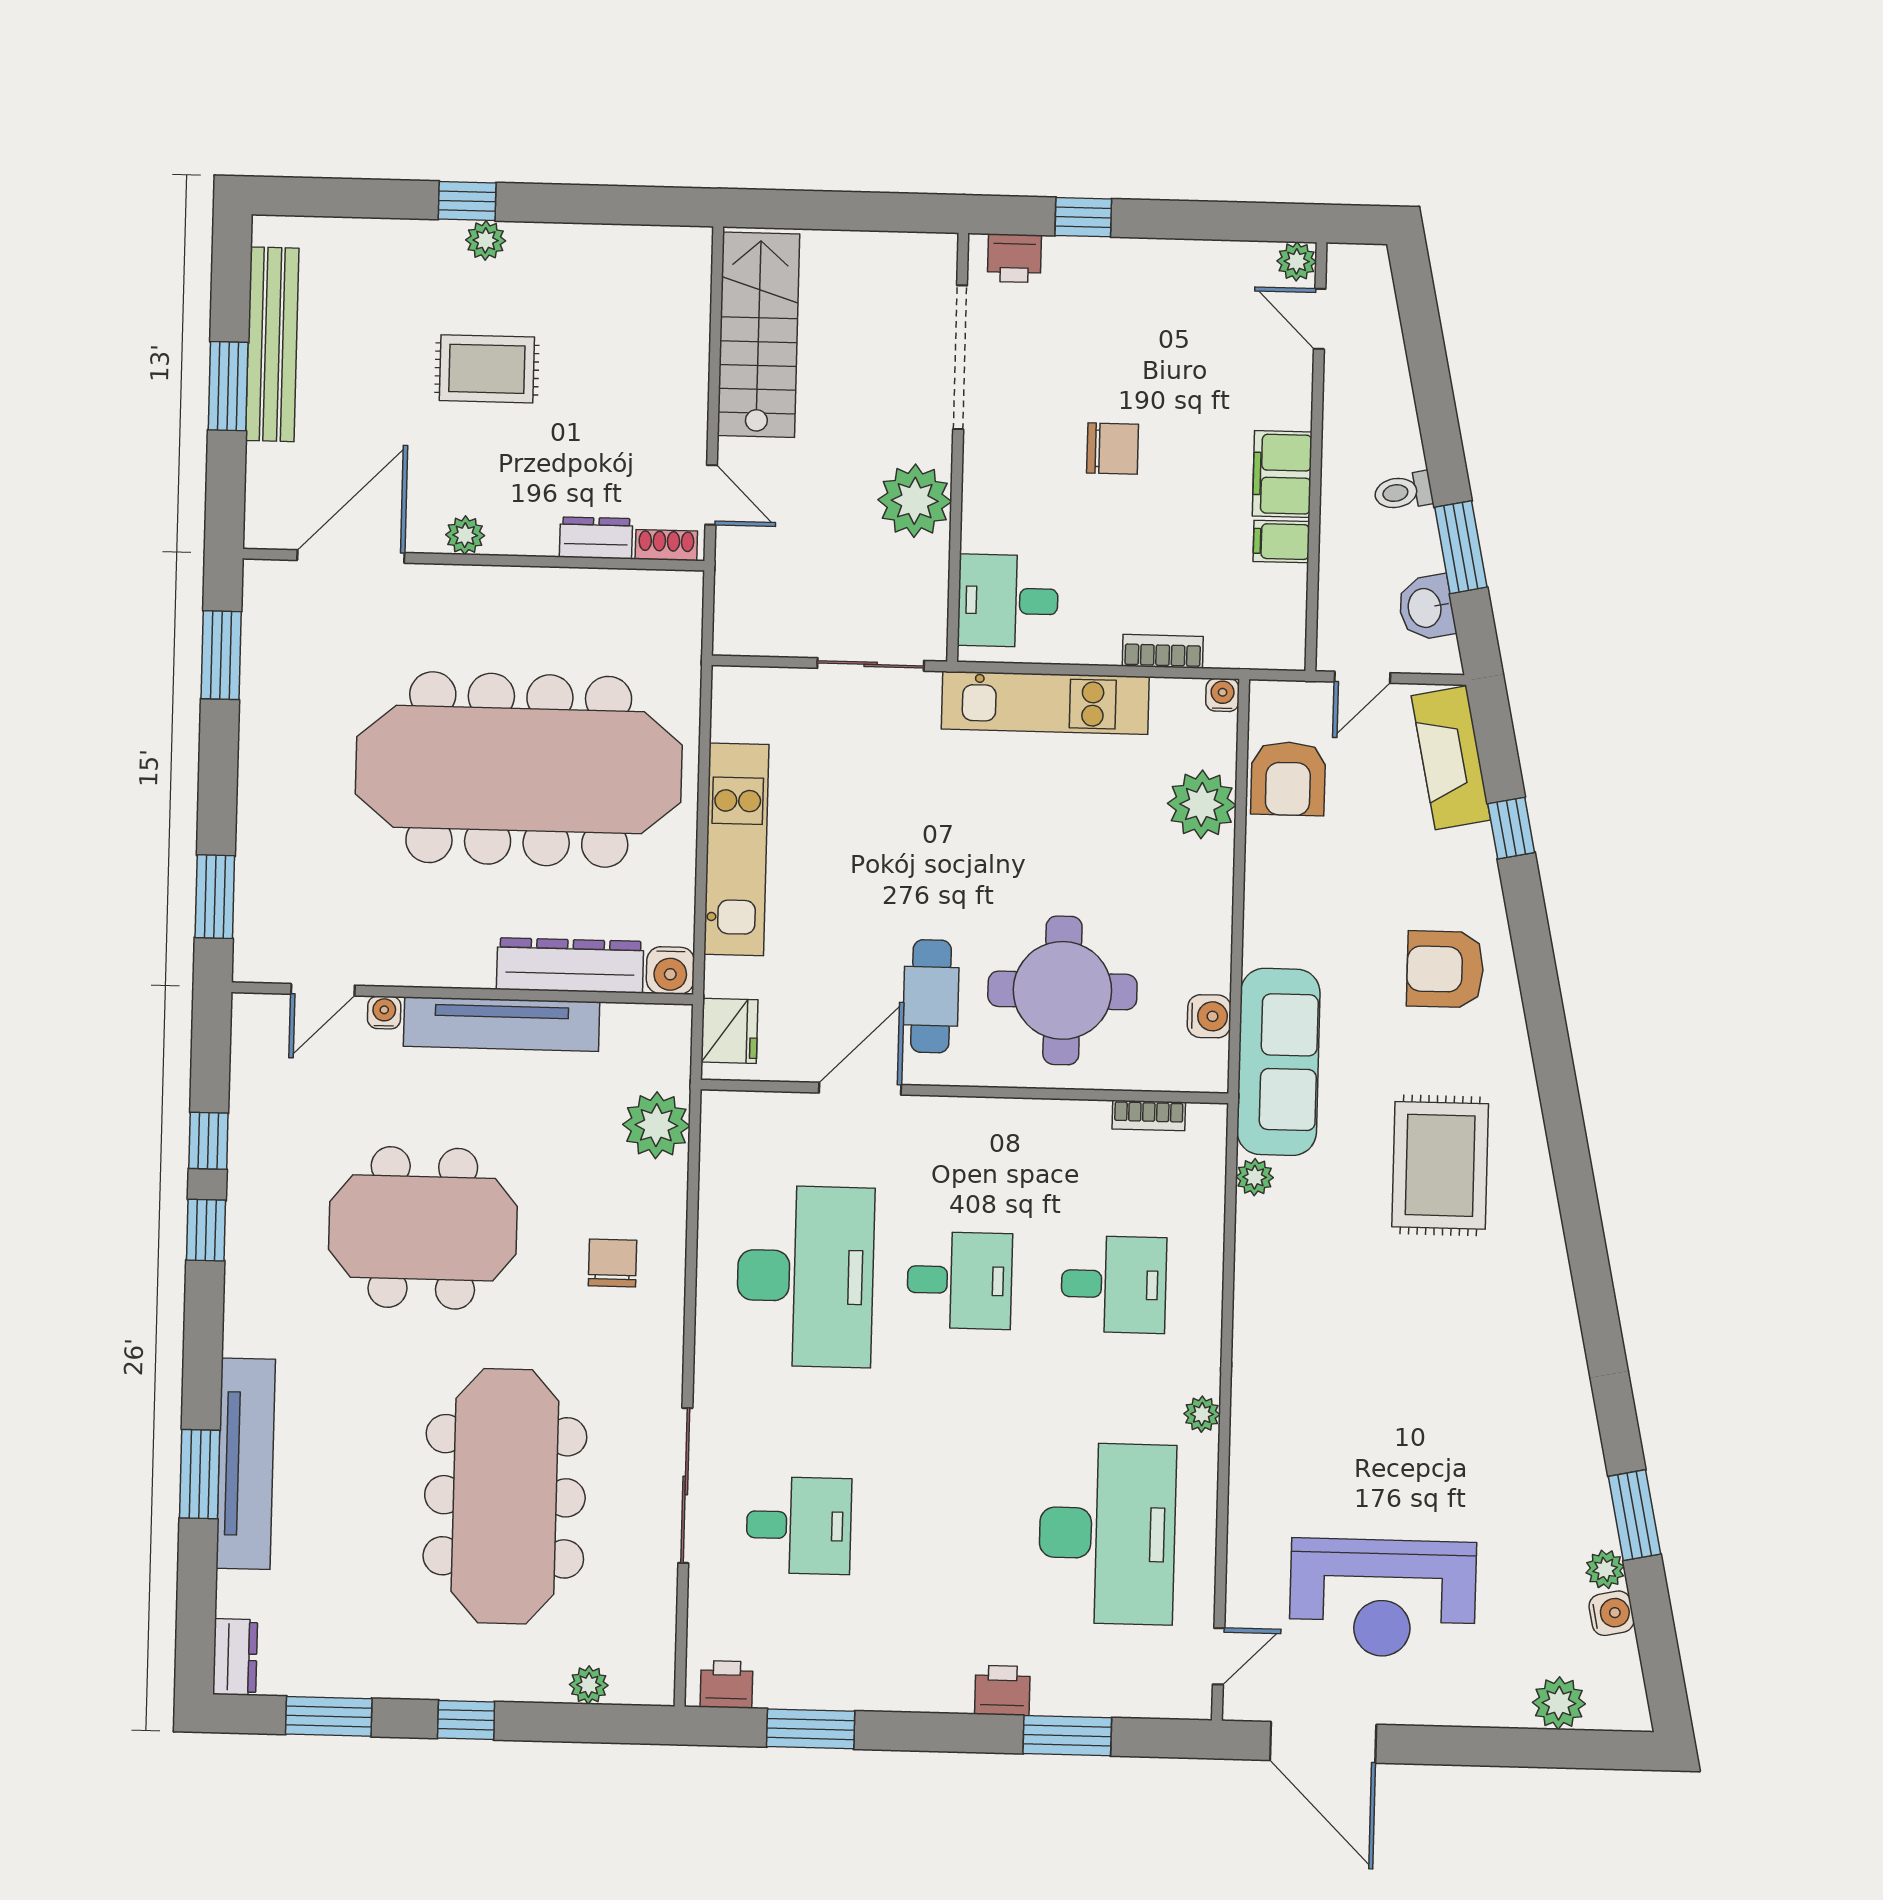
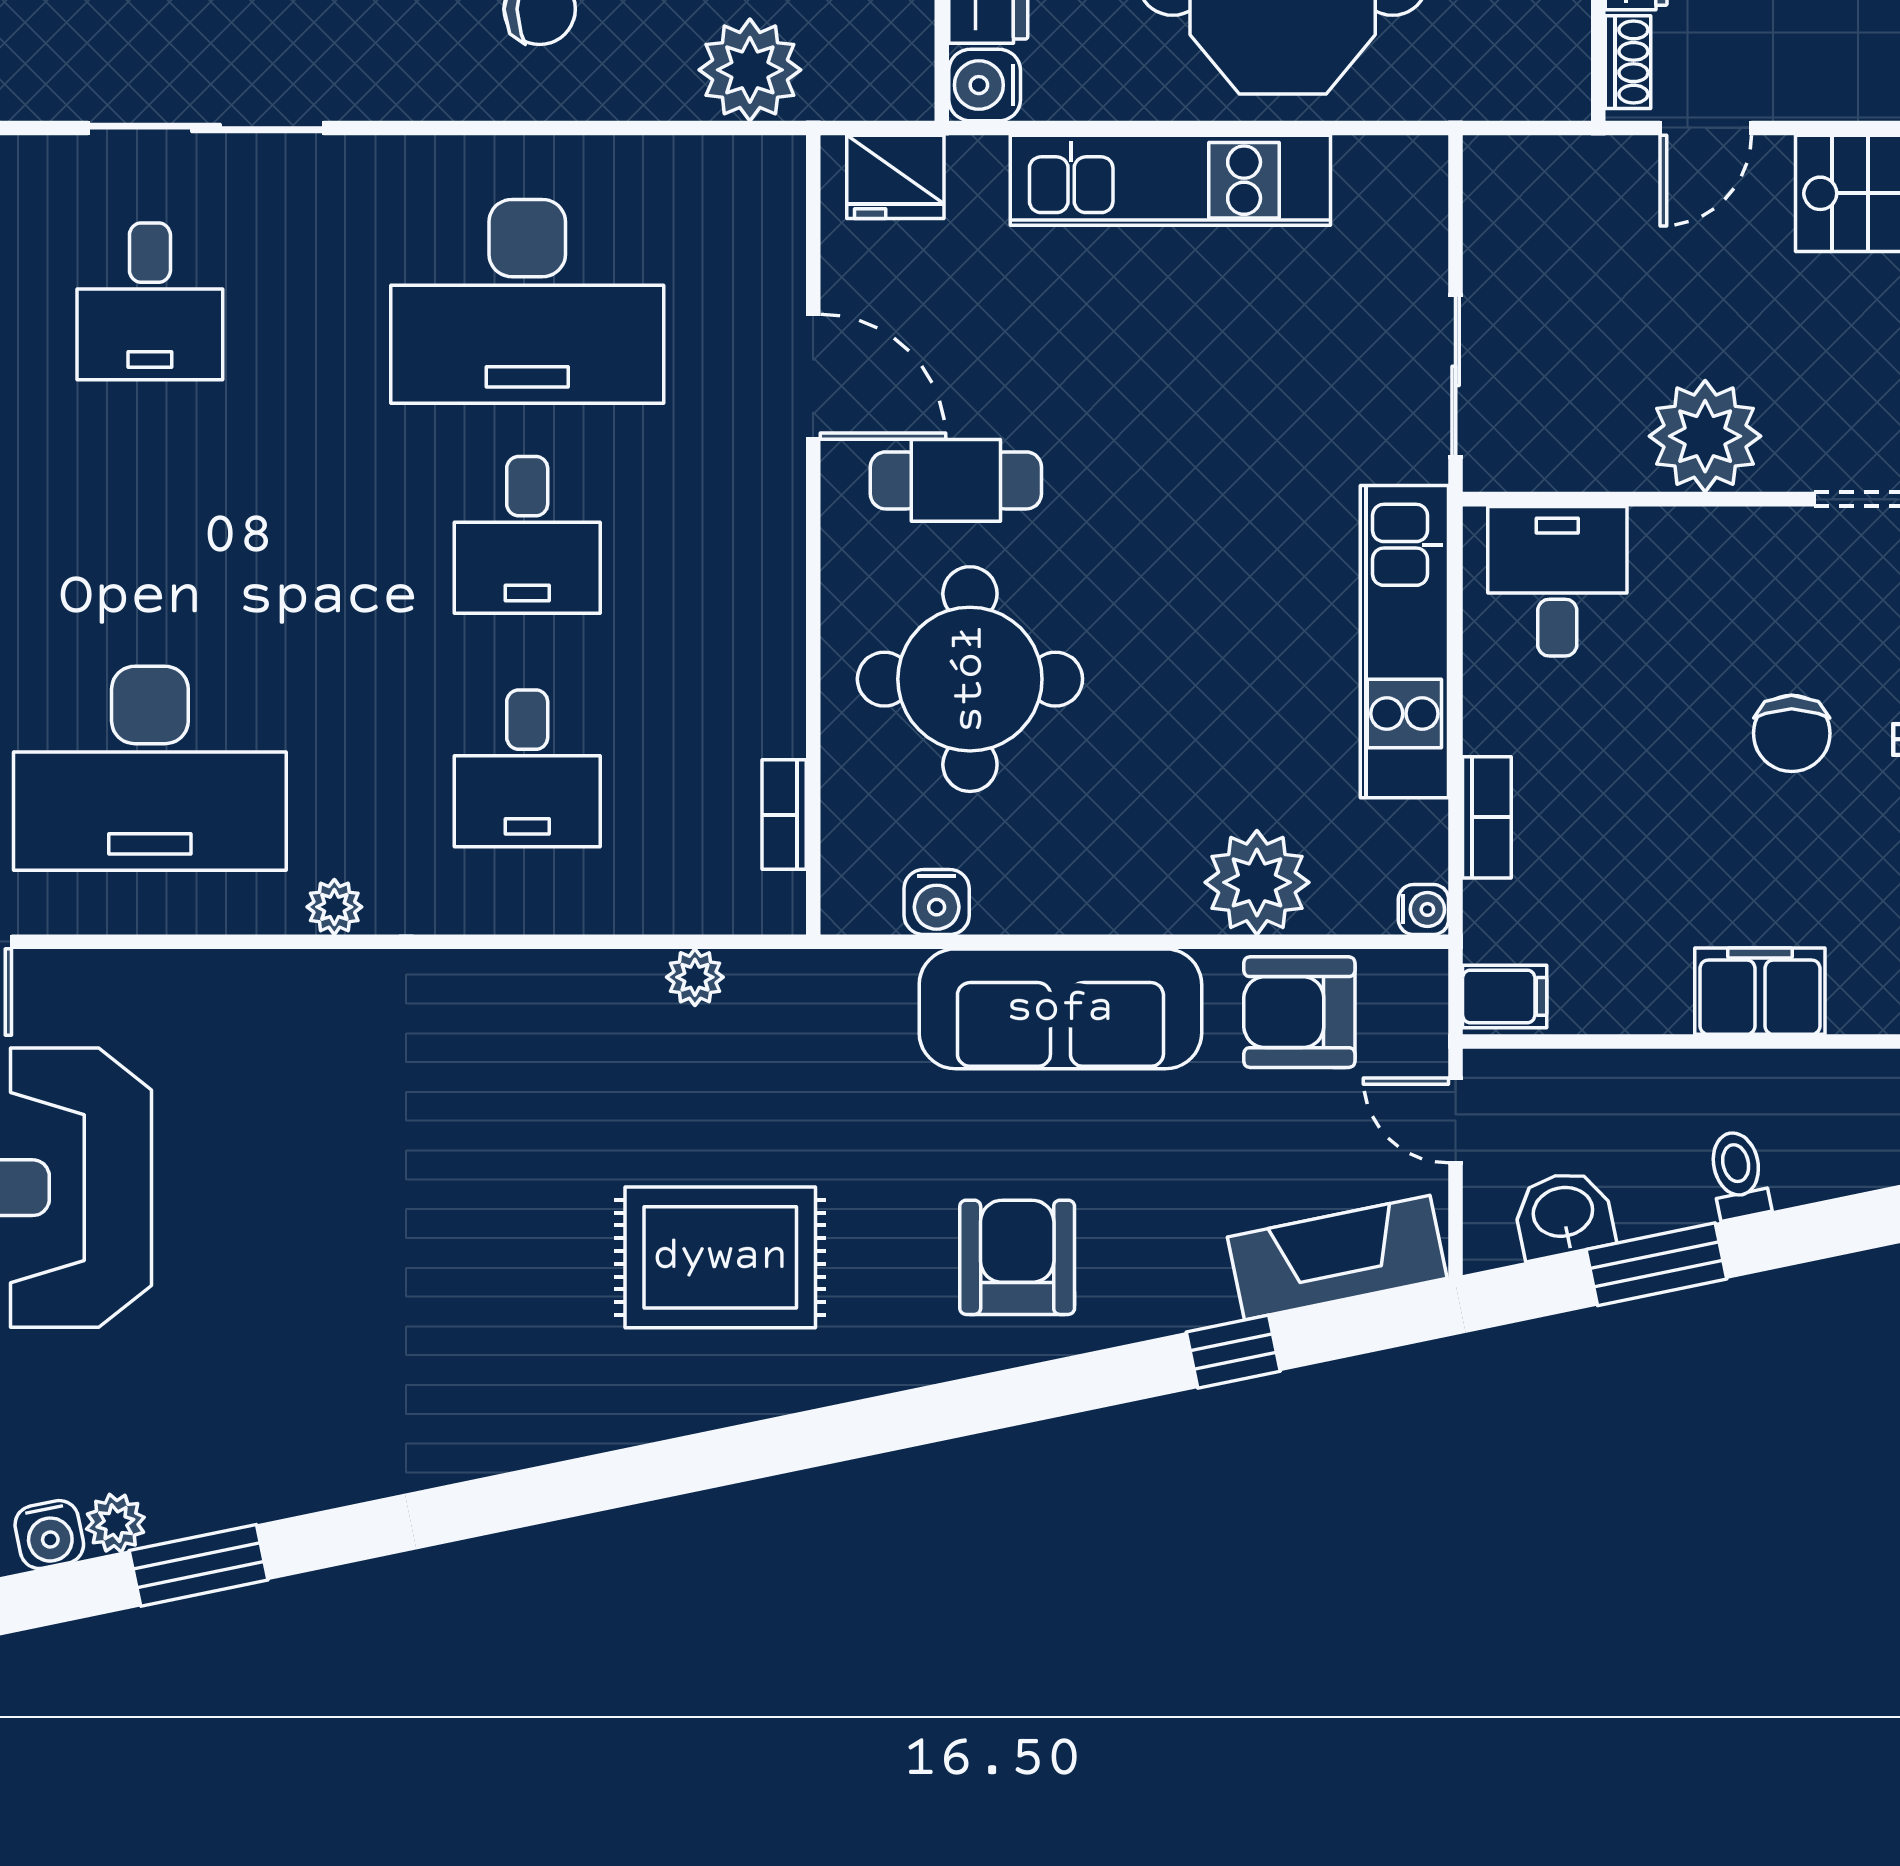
filing cabinet: (1281, 541) -> (1505, 996), moved, turned 90
sofa: (1278, 1062) -> (1060, 1009), moved

